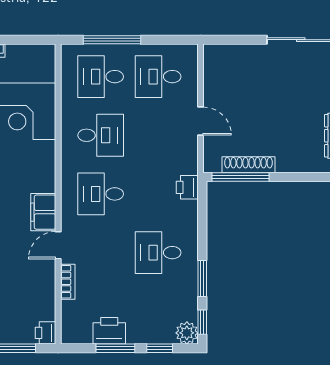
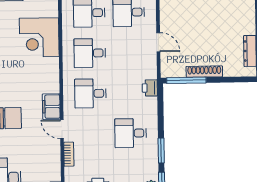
desk: (101, 135) -> (90, 53), turned 180
shoe rack: (248, 165) -> (204, 72), moved
door: (58, 245) -> (62, 129), hinge flipped

